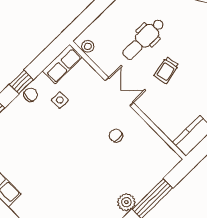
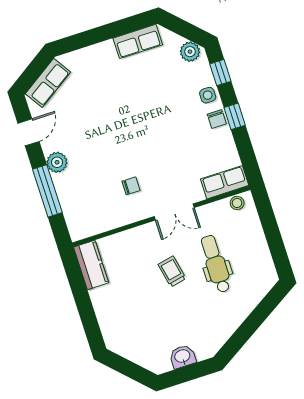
row of seats: (62, 64) -> (225, 182), moved, turned 90
side table: (60, 100) -> (208, 95), moved

